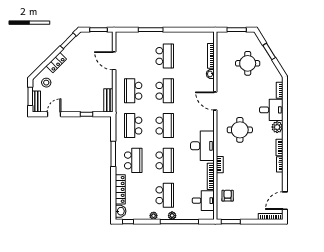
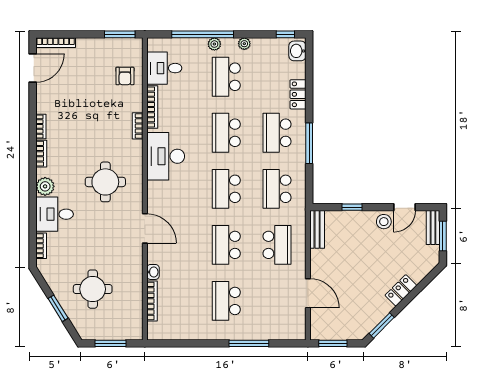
stool: (46, 83) -> (384, 222), moved
school desk: (133, 126) -> (277, 189), turned 180
locker: (120, 189) -> (298, 94), width x0.66

